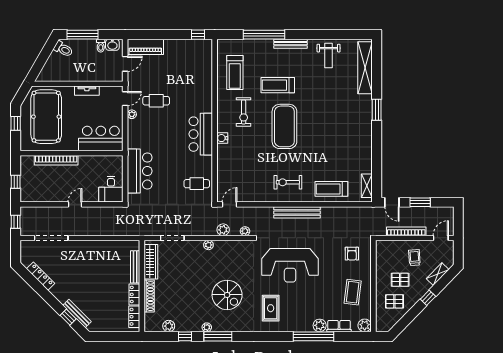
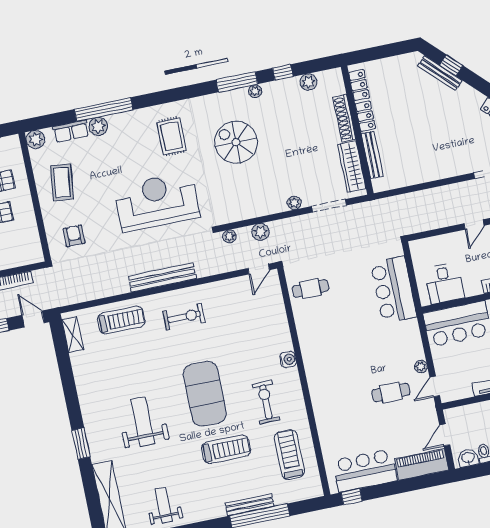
bench: (291, 44) -> (250, 505), moved
weight bench: (331, 116) -> (143, 422), added
bar counter: (201, 134) -> (365, 471), moved, turned -90
desk: (111, 189) -> (444, 283), moved, turned 180
plant: (208, 245) -> (294, 203), moved

